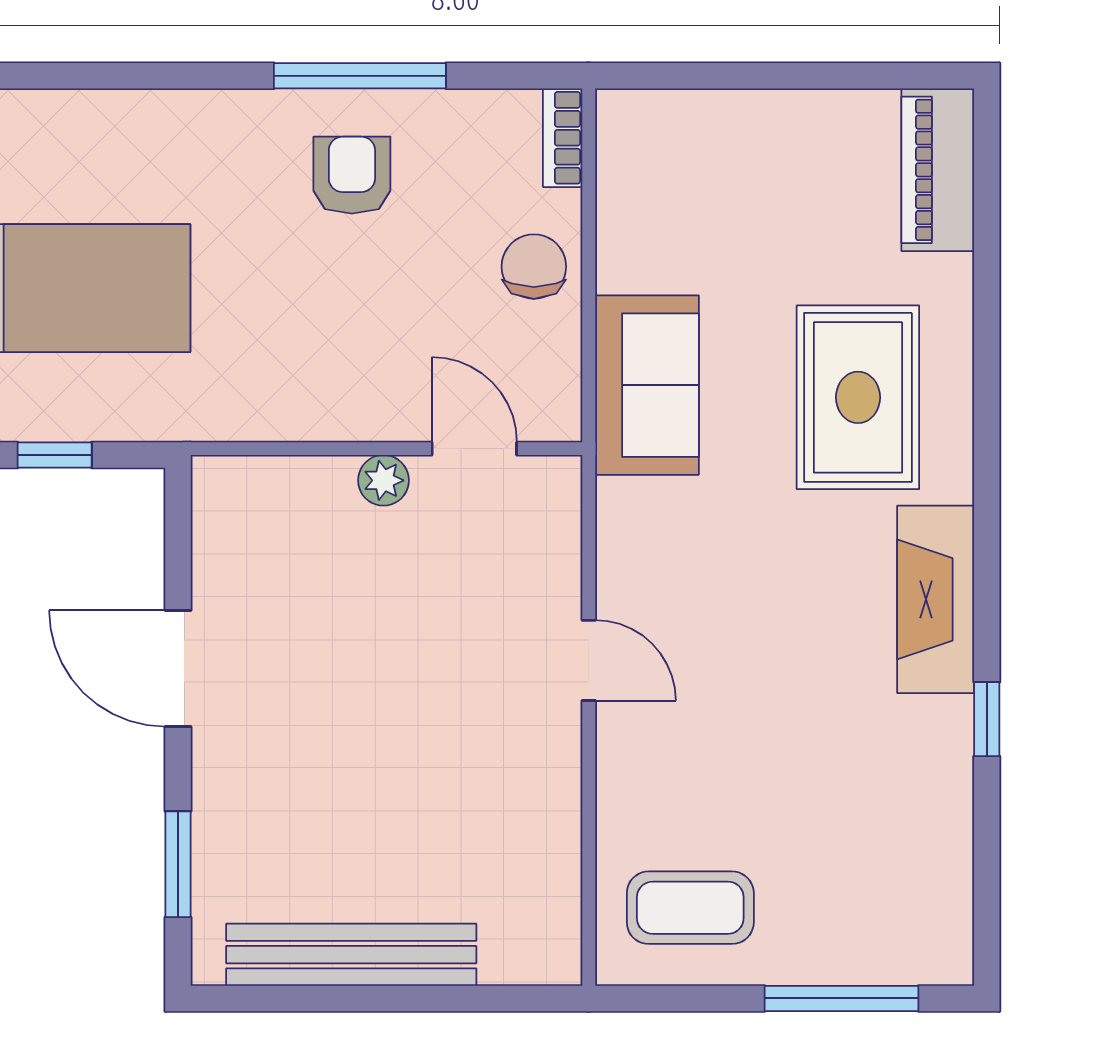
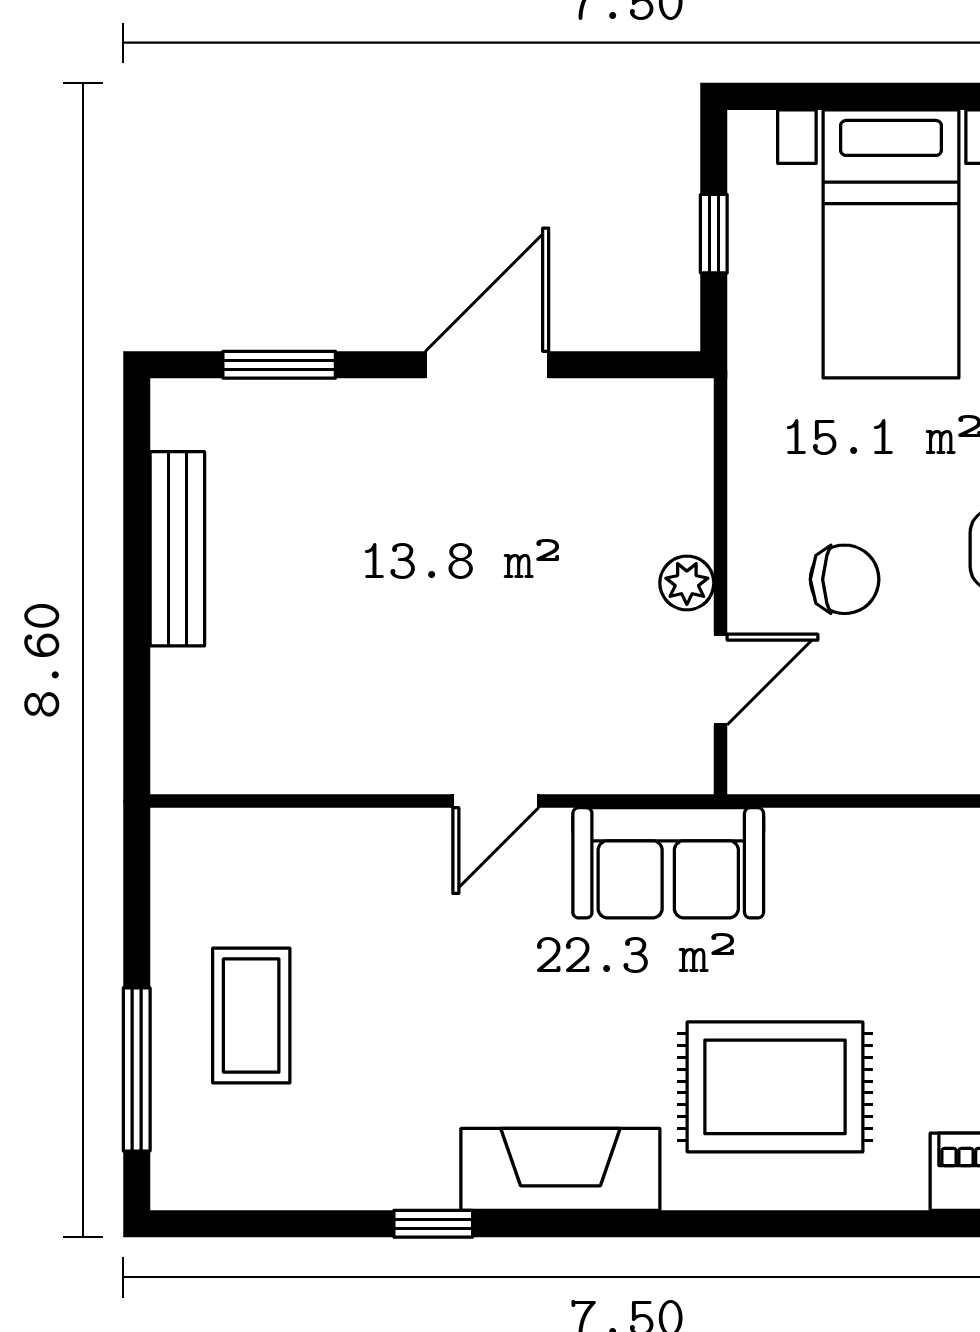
chair: (534, 267) -> (845, 579), moved
sofa: (647, 385) -> (668, 863), moved
coffee table: (690, 908) -> (251, 1016), moved
bench: (351, 955) -> (177, 549), width x0.73, depth x0.82

